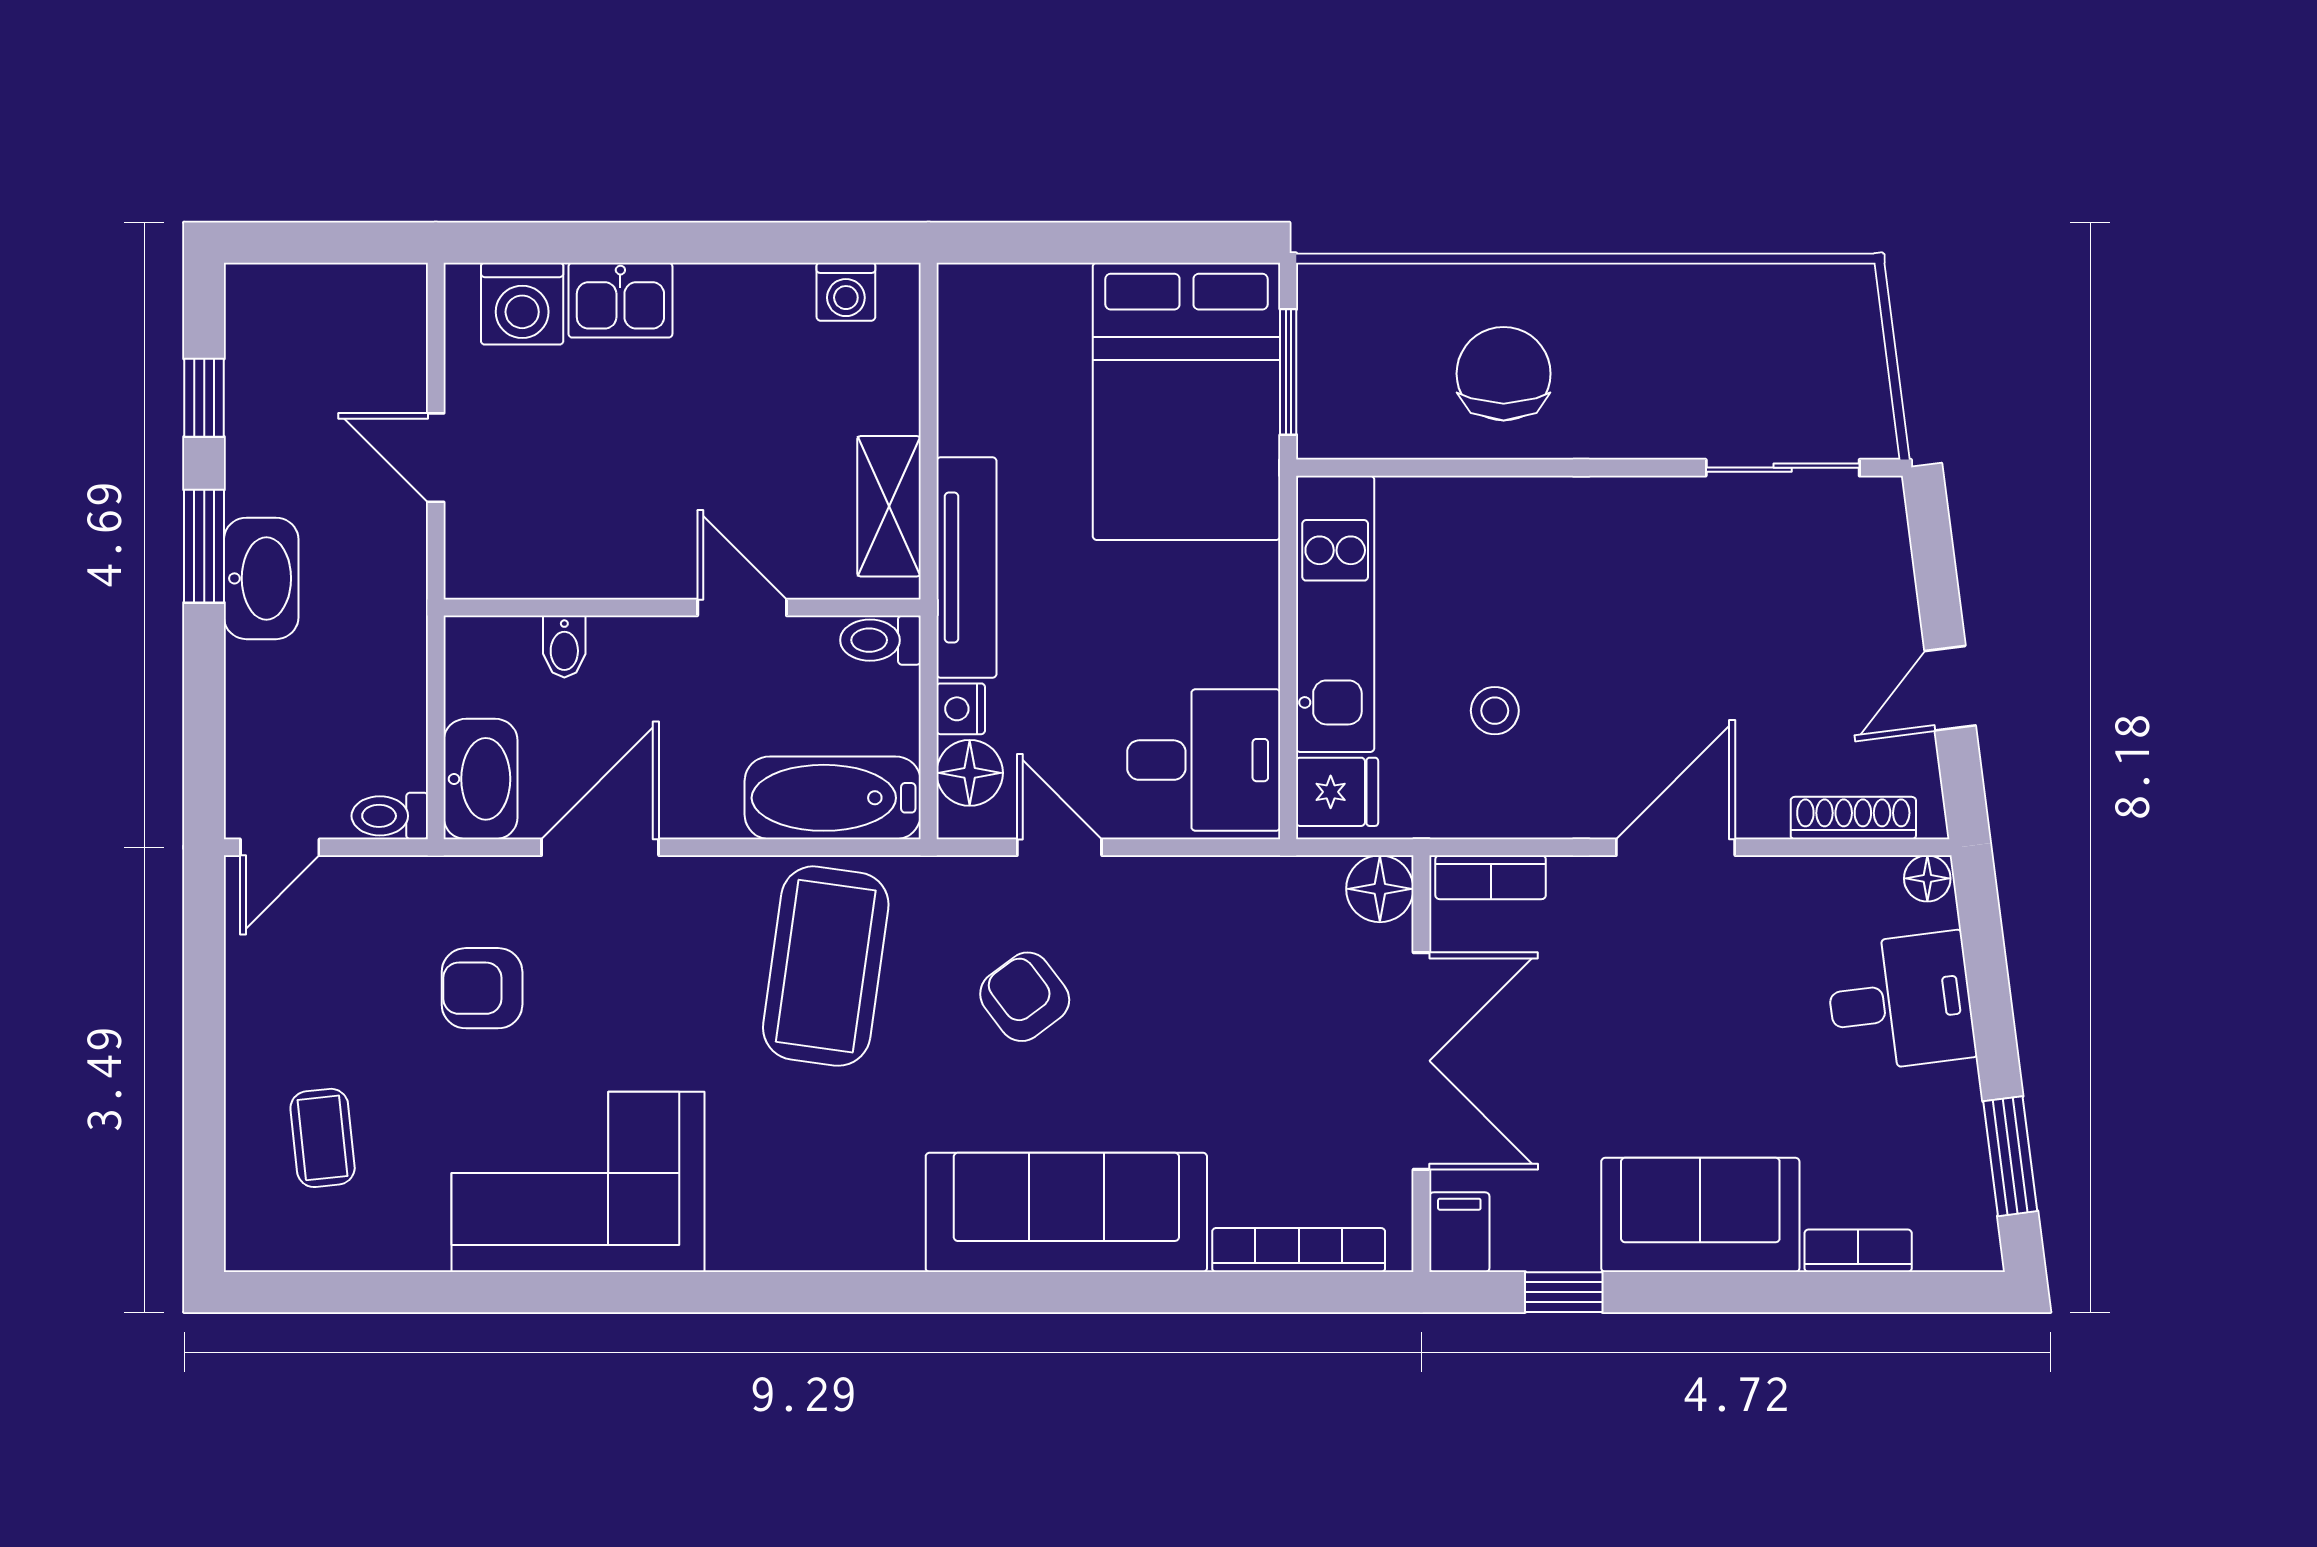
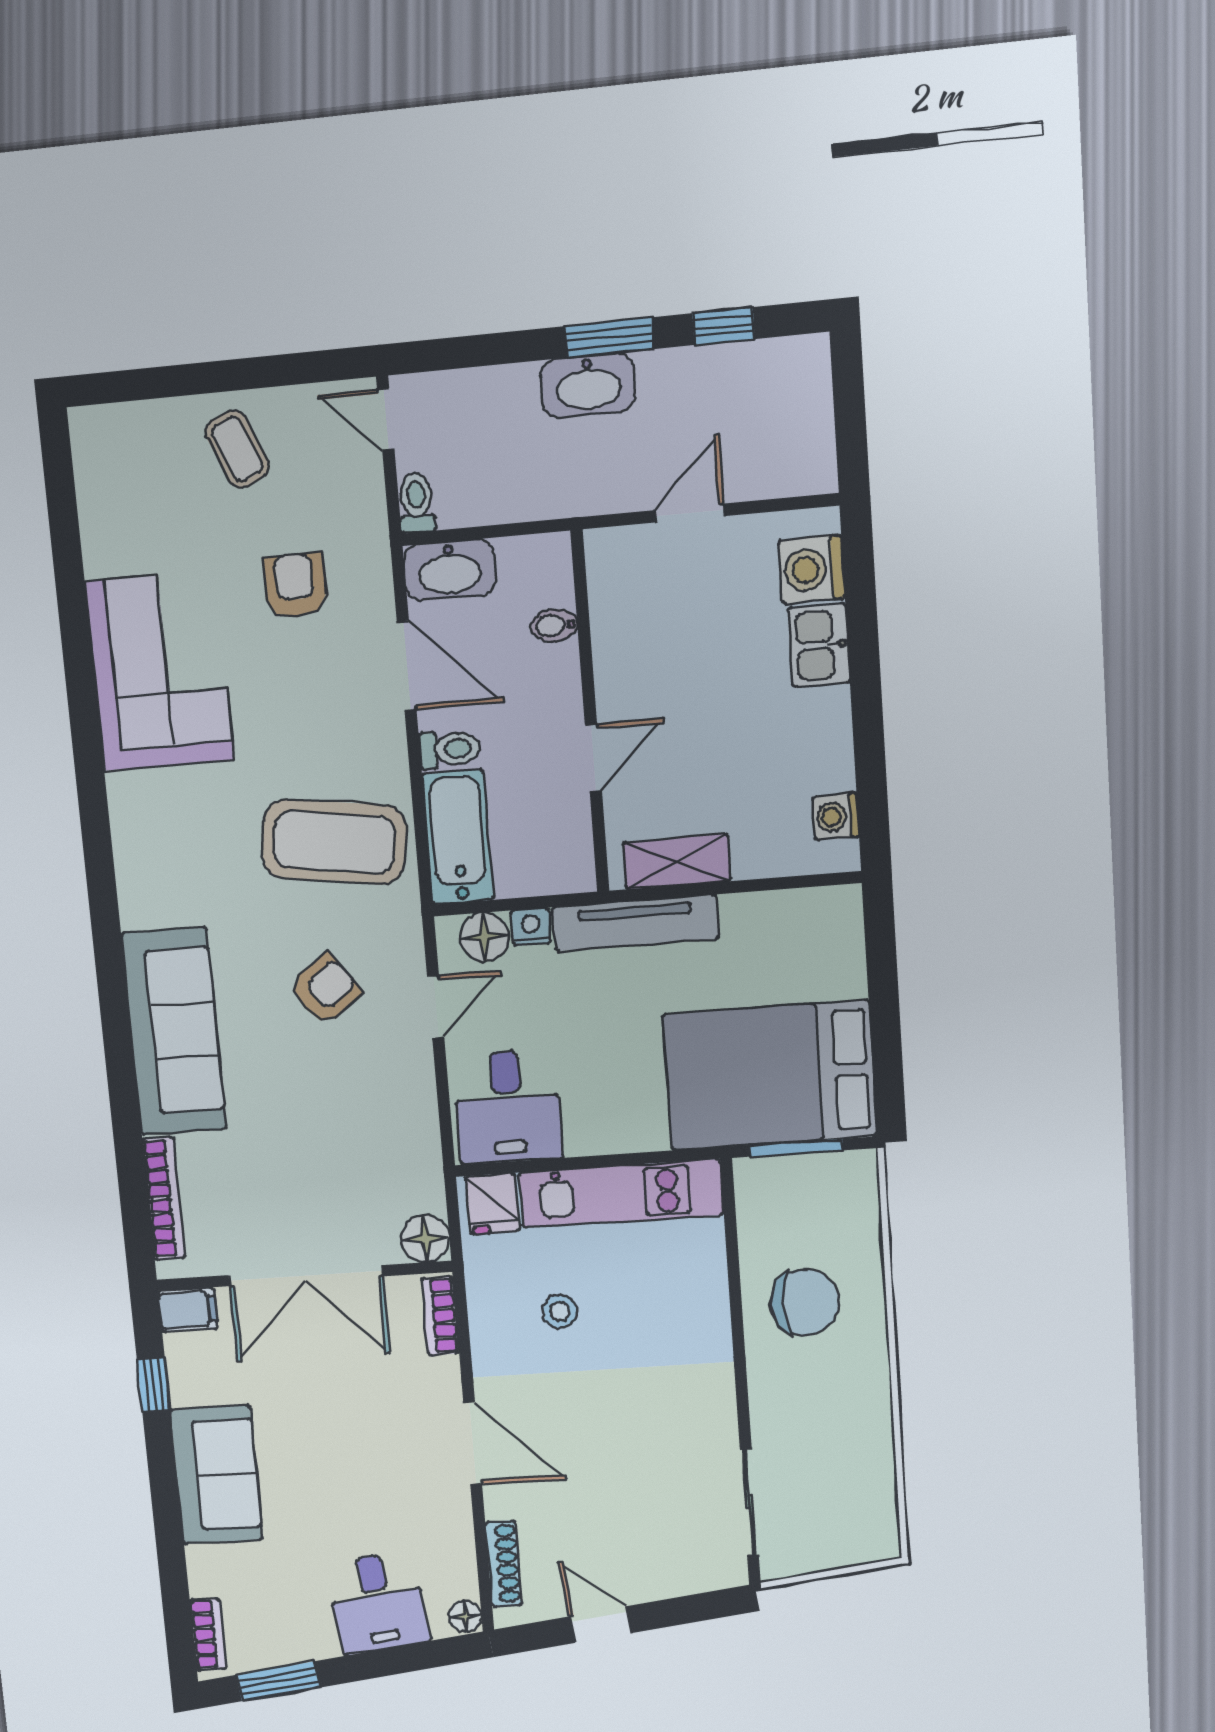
toilet: (880, 640) -> (450, 749), moved, turned 90
coffee table: (323, 1138) -> (237, 449), moved, turned 72
bookcase: (1858, 1251) -> (208, 1634), moved

